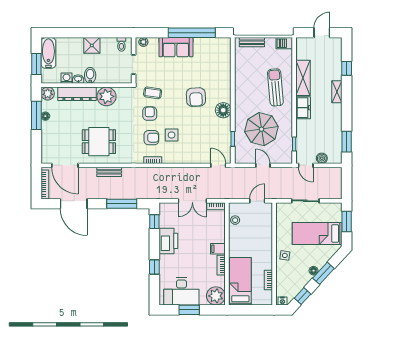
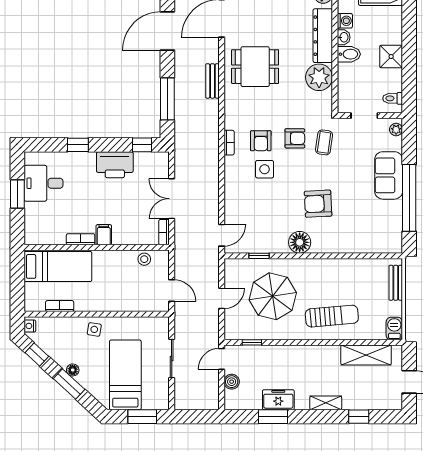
shelving: (303, 78) -> (366, 355), moved
freezer: (303, 108) -> (278, 400), moved, turned 180
dining table: (99, 142) -> (255, 67), turned 90
window: (347, 142) -> (273, 417), moved
desk: (181, 291) -> (43, 183), width x0.73
plant: (216, 296) -> (37, 232), removed

